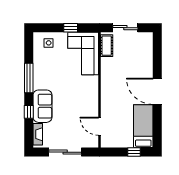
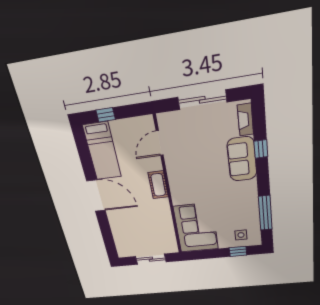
window: (71, 28) -> (238, 251), moved
cot: (107, 46) -> (158, 185), moved
window: (29, 78) -> (265, 213), moved
door: (100, 126) -> (160, 143), swing flipped

